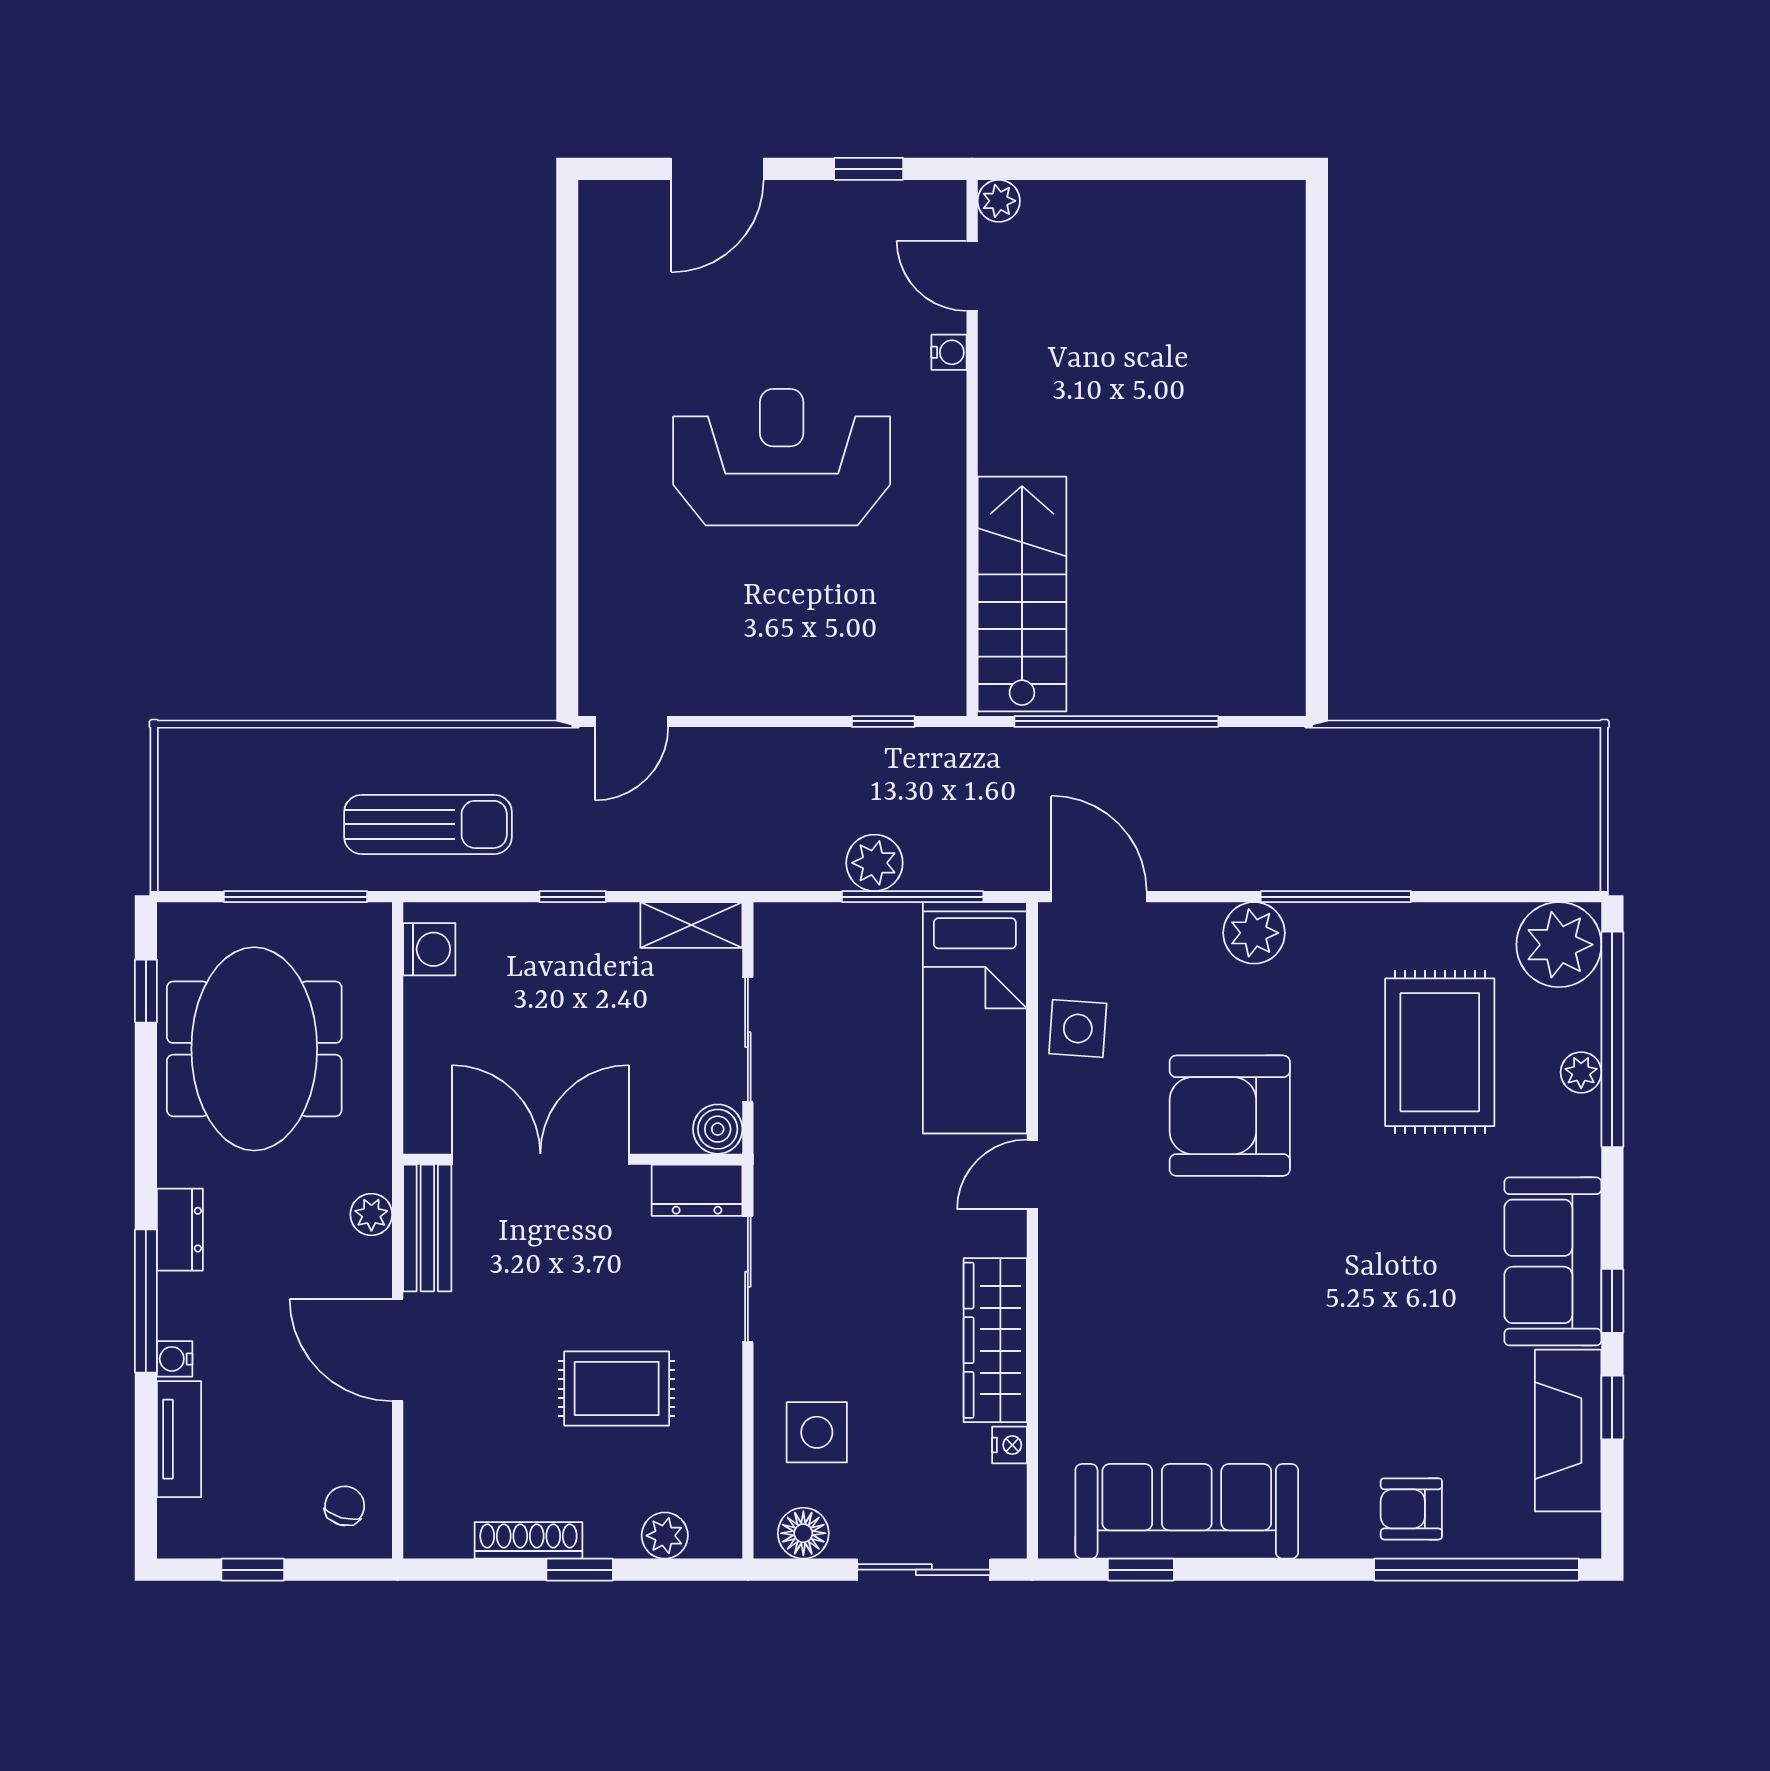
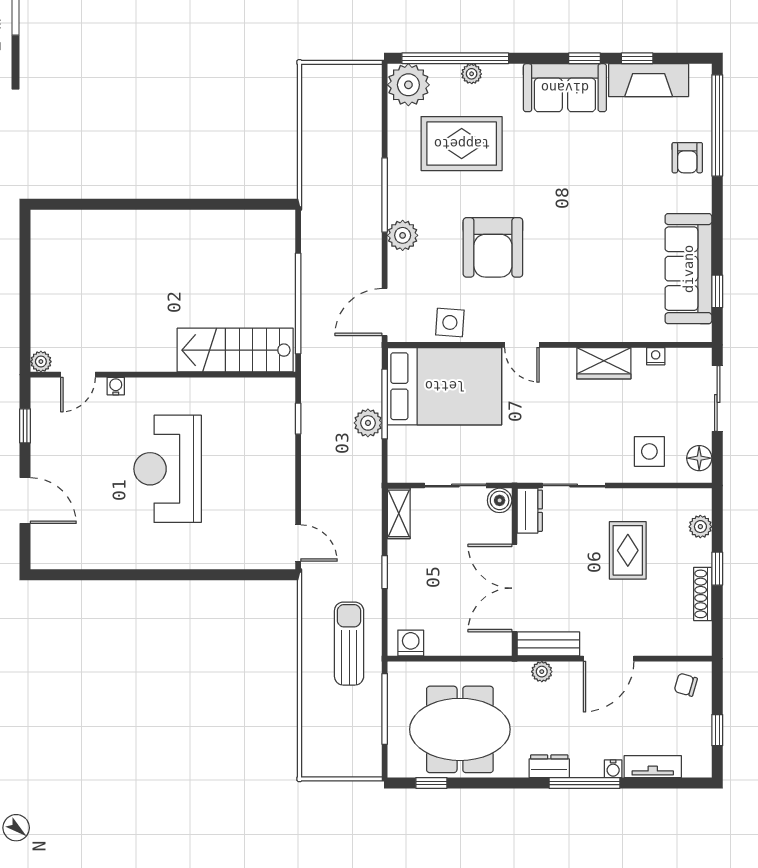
bed: (975, 1018) -> (445, 386), width x1.50
wardrobe: (995, 1340) -> (604, 363), width x0.67

